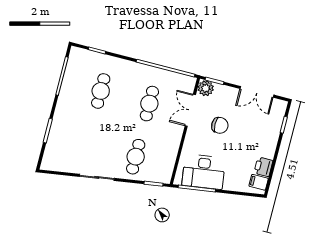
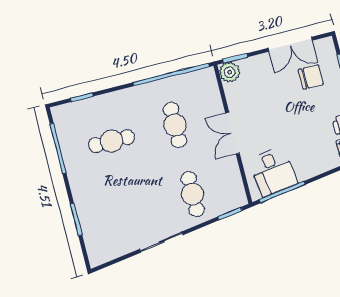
cafe table: (101, 91) -> (112, 141), turned 90
double door: (190, 110) -> (233, 133), moved
chair: (220, 125) -> (311, 77), moved
desk: (204, 172) -> (273, 171), width x0.73

